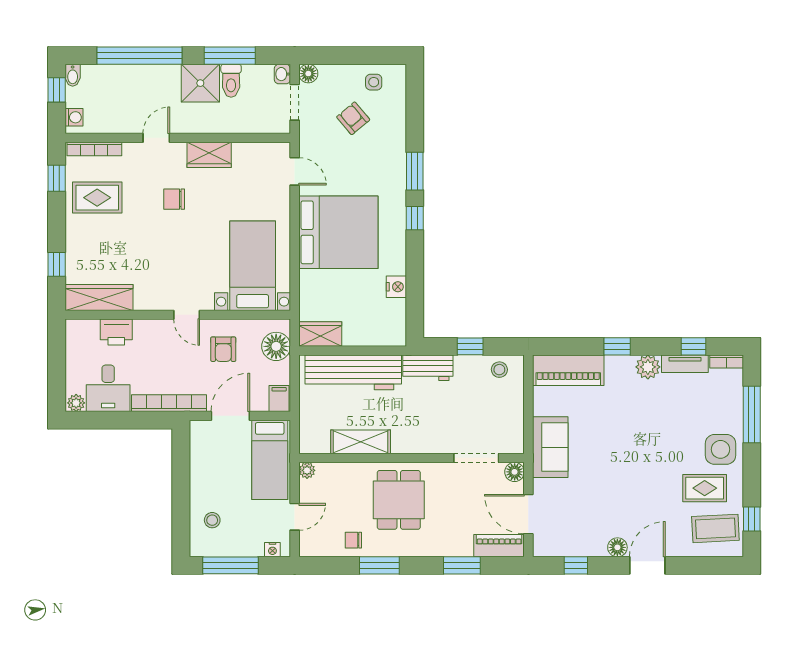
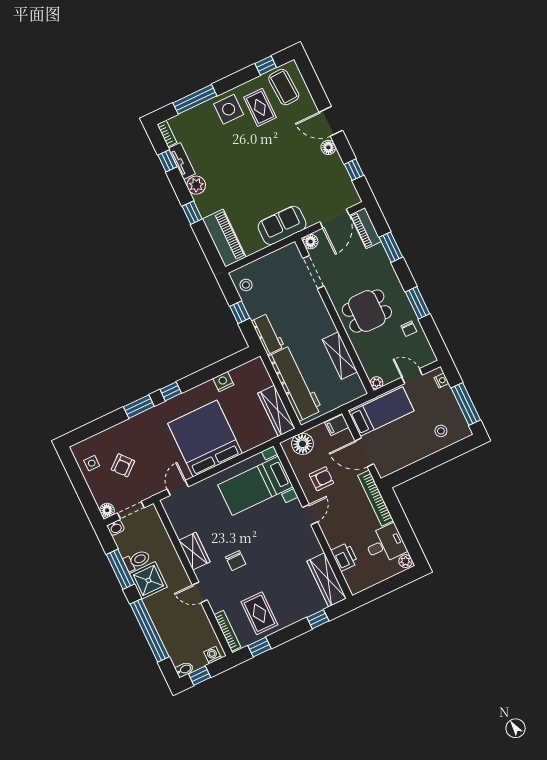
wardrobe: (320, 334) -> (276, 411), width x1.50

